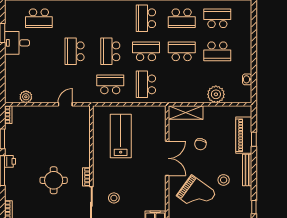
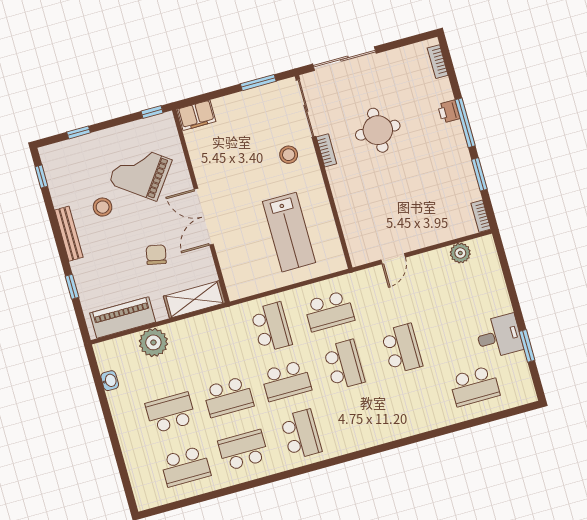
school desk: (39, 18) -> (475, 386), turned 180
piano: (244, 135) -> (123, 318), moved, turned -90
printer: (10, 161) -> (449, 111), moved
stool: (114, 198) -> (289, 155), moved

